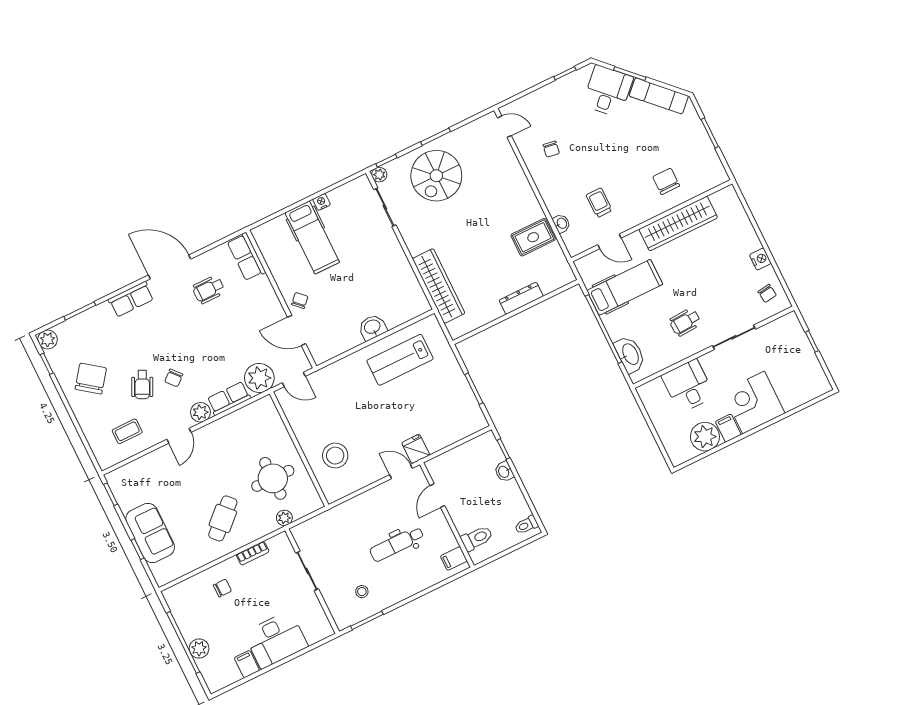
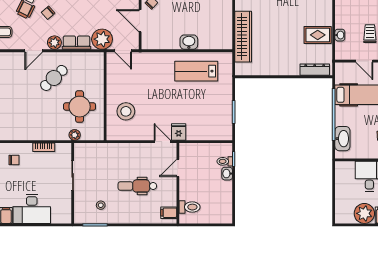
dresser: (521, 298) -> (315, 70), moved
cafe table: (223, 518) -> (54, 78), moved
toilet: (526, 525) -> (225, 161), moved

